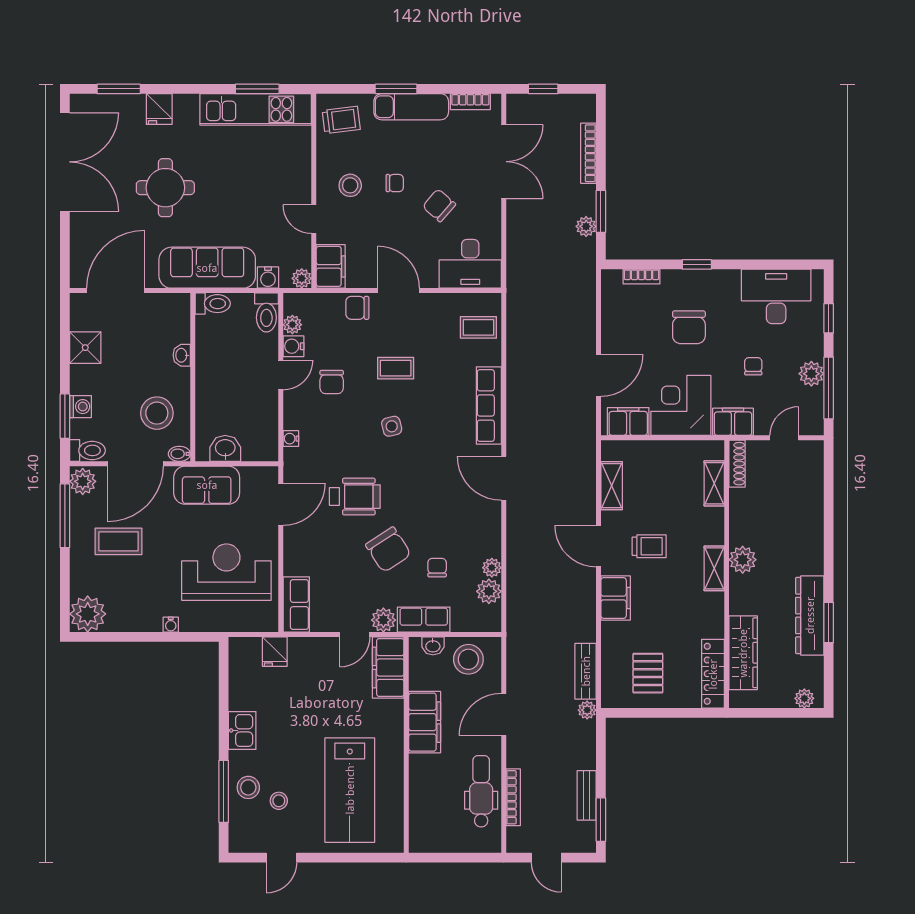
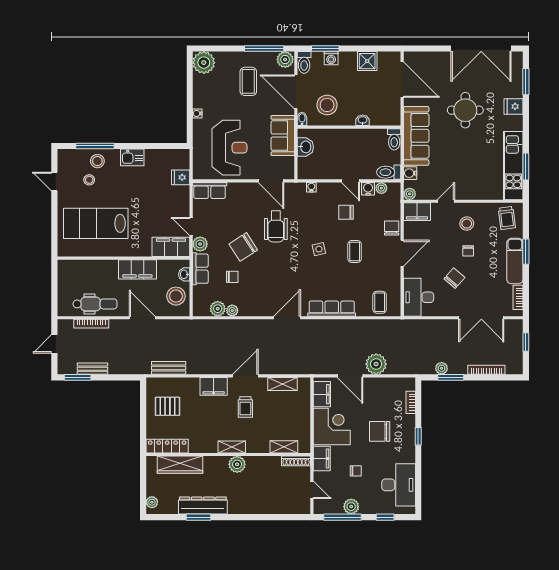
plant: (587, 710) -> (376, 364), moved, width x1.88, depth x1.88

